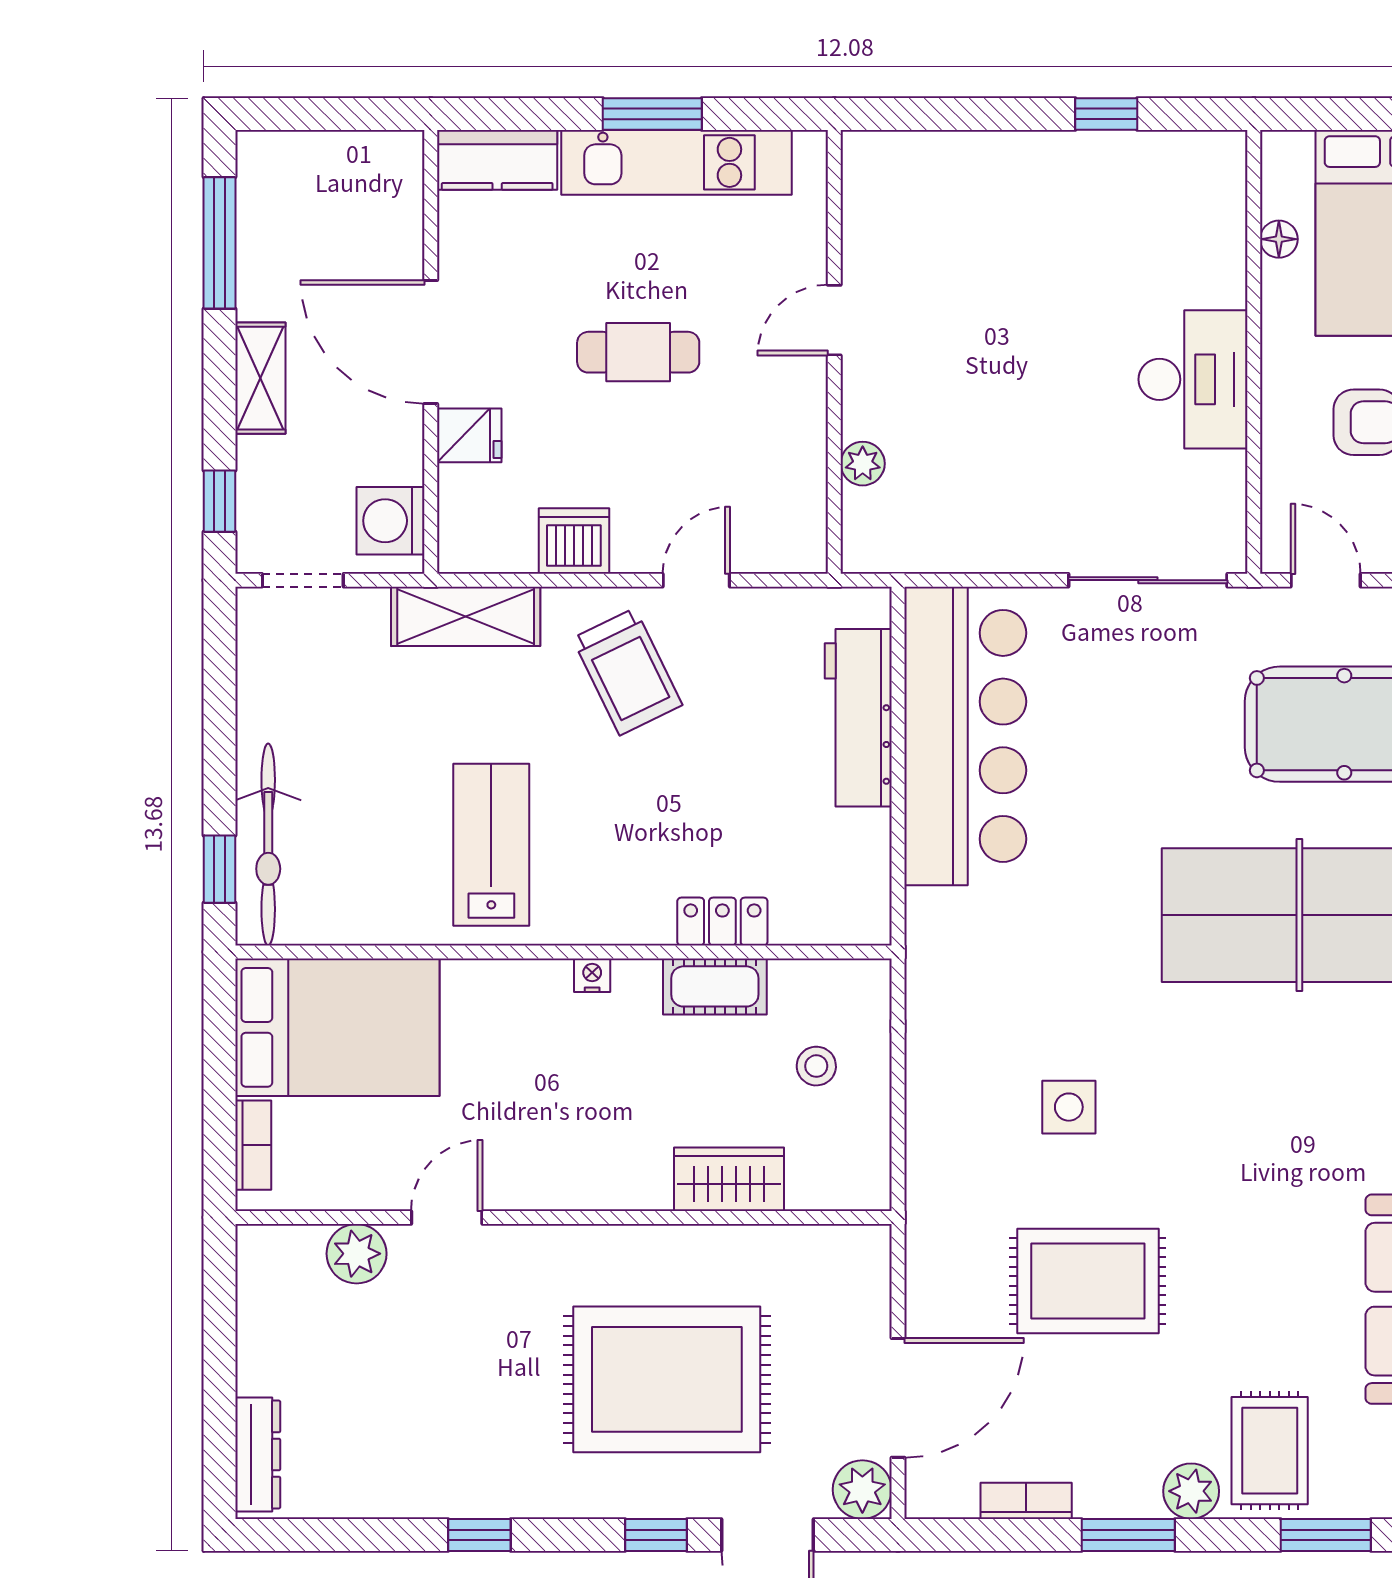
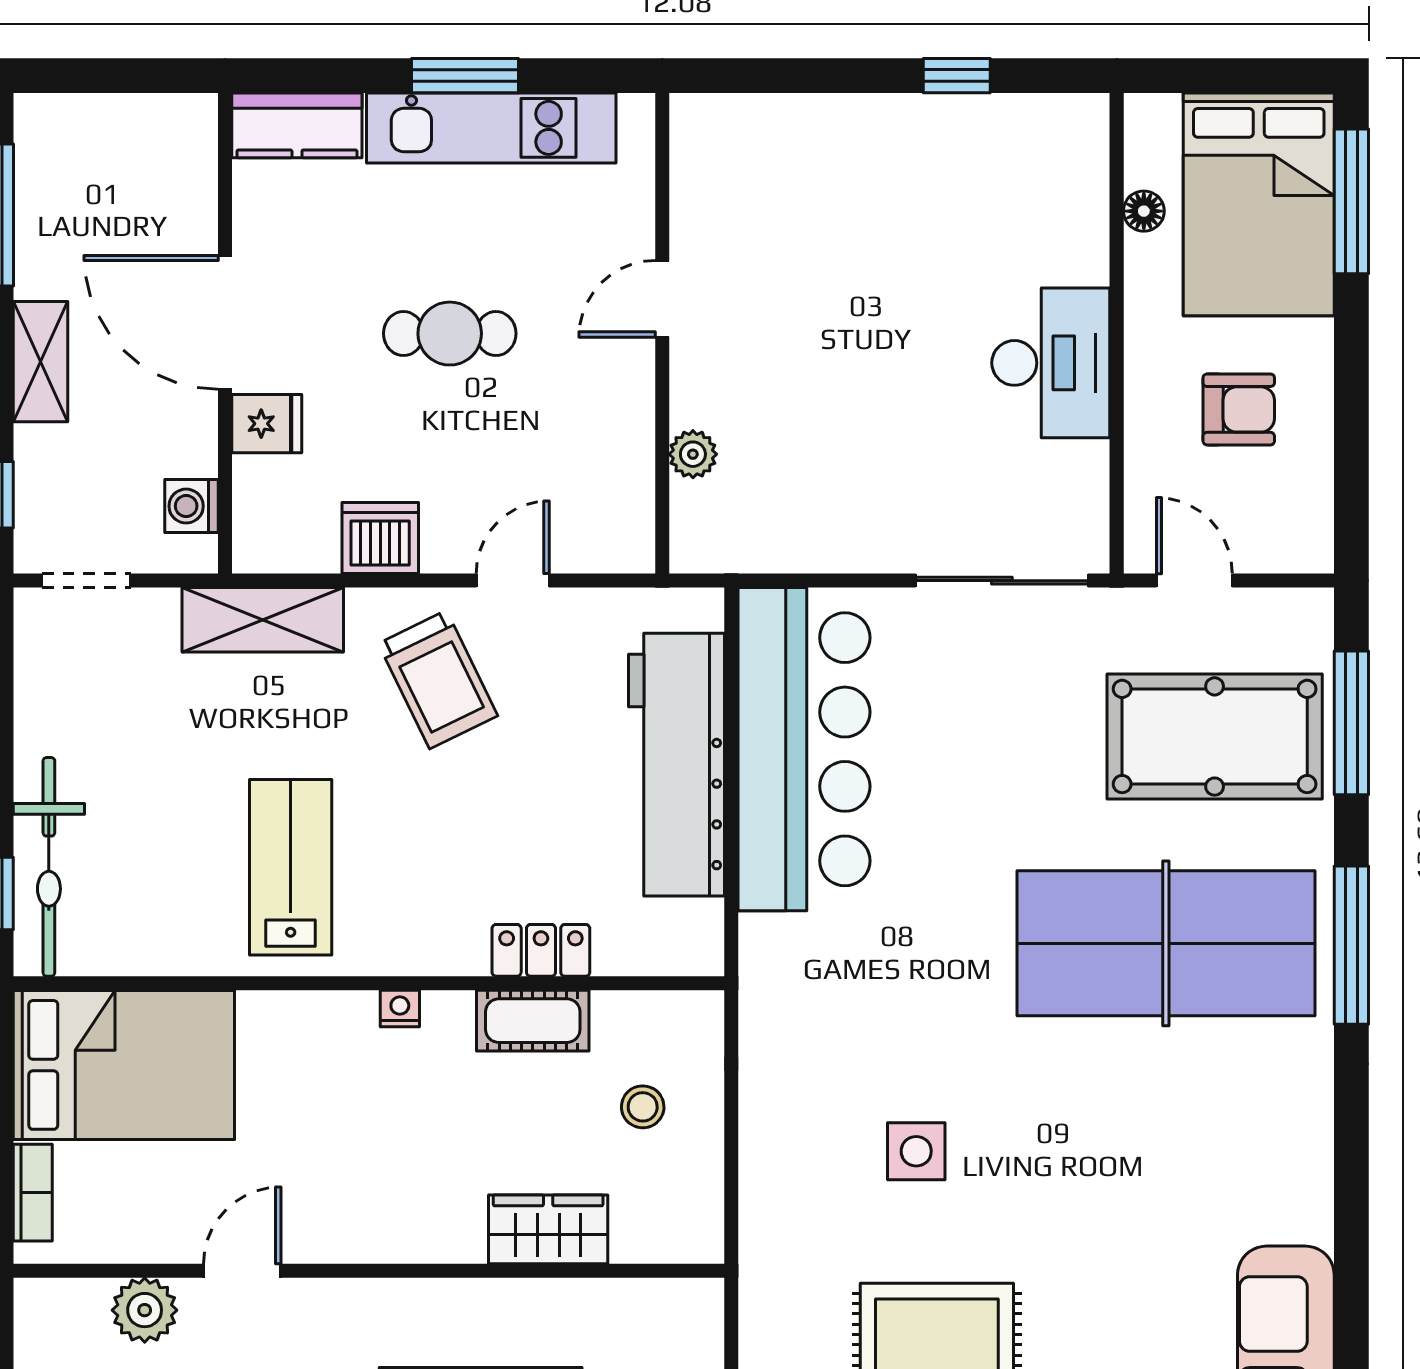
washing machine: (390, 521) -> (191, 506), width x0.73, depth x0.73
workbench: (858, 718) -> (676, 765), width x1.36, depth x1.32

